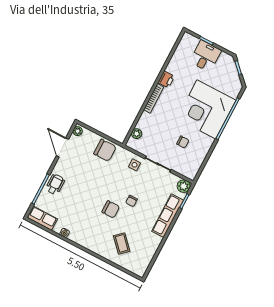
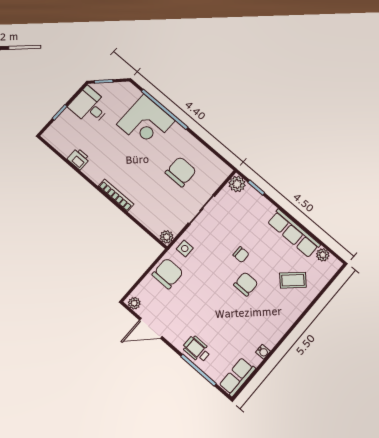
desk: (205, 56) -> (89, 106), moved
printer: (166, 79) -> (79, 159), moved
corner desk: (206, 109) -> (146, 122), width x0.74, depth x0.74
plant: (137, 134) -> (167, 237), moved
chair: (183, 142) -> (181, 172), width x1.87, depth x1.87
side table: (135, 165) -> (185, 249), moved
row of seats: (168, 216) -> (294, 233), moved
plant: (146, 262) -> (323, 255), added

